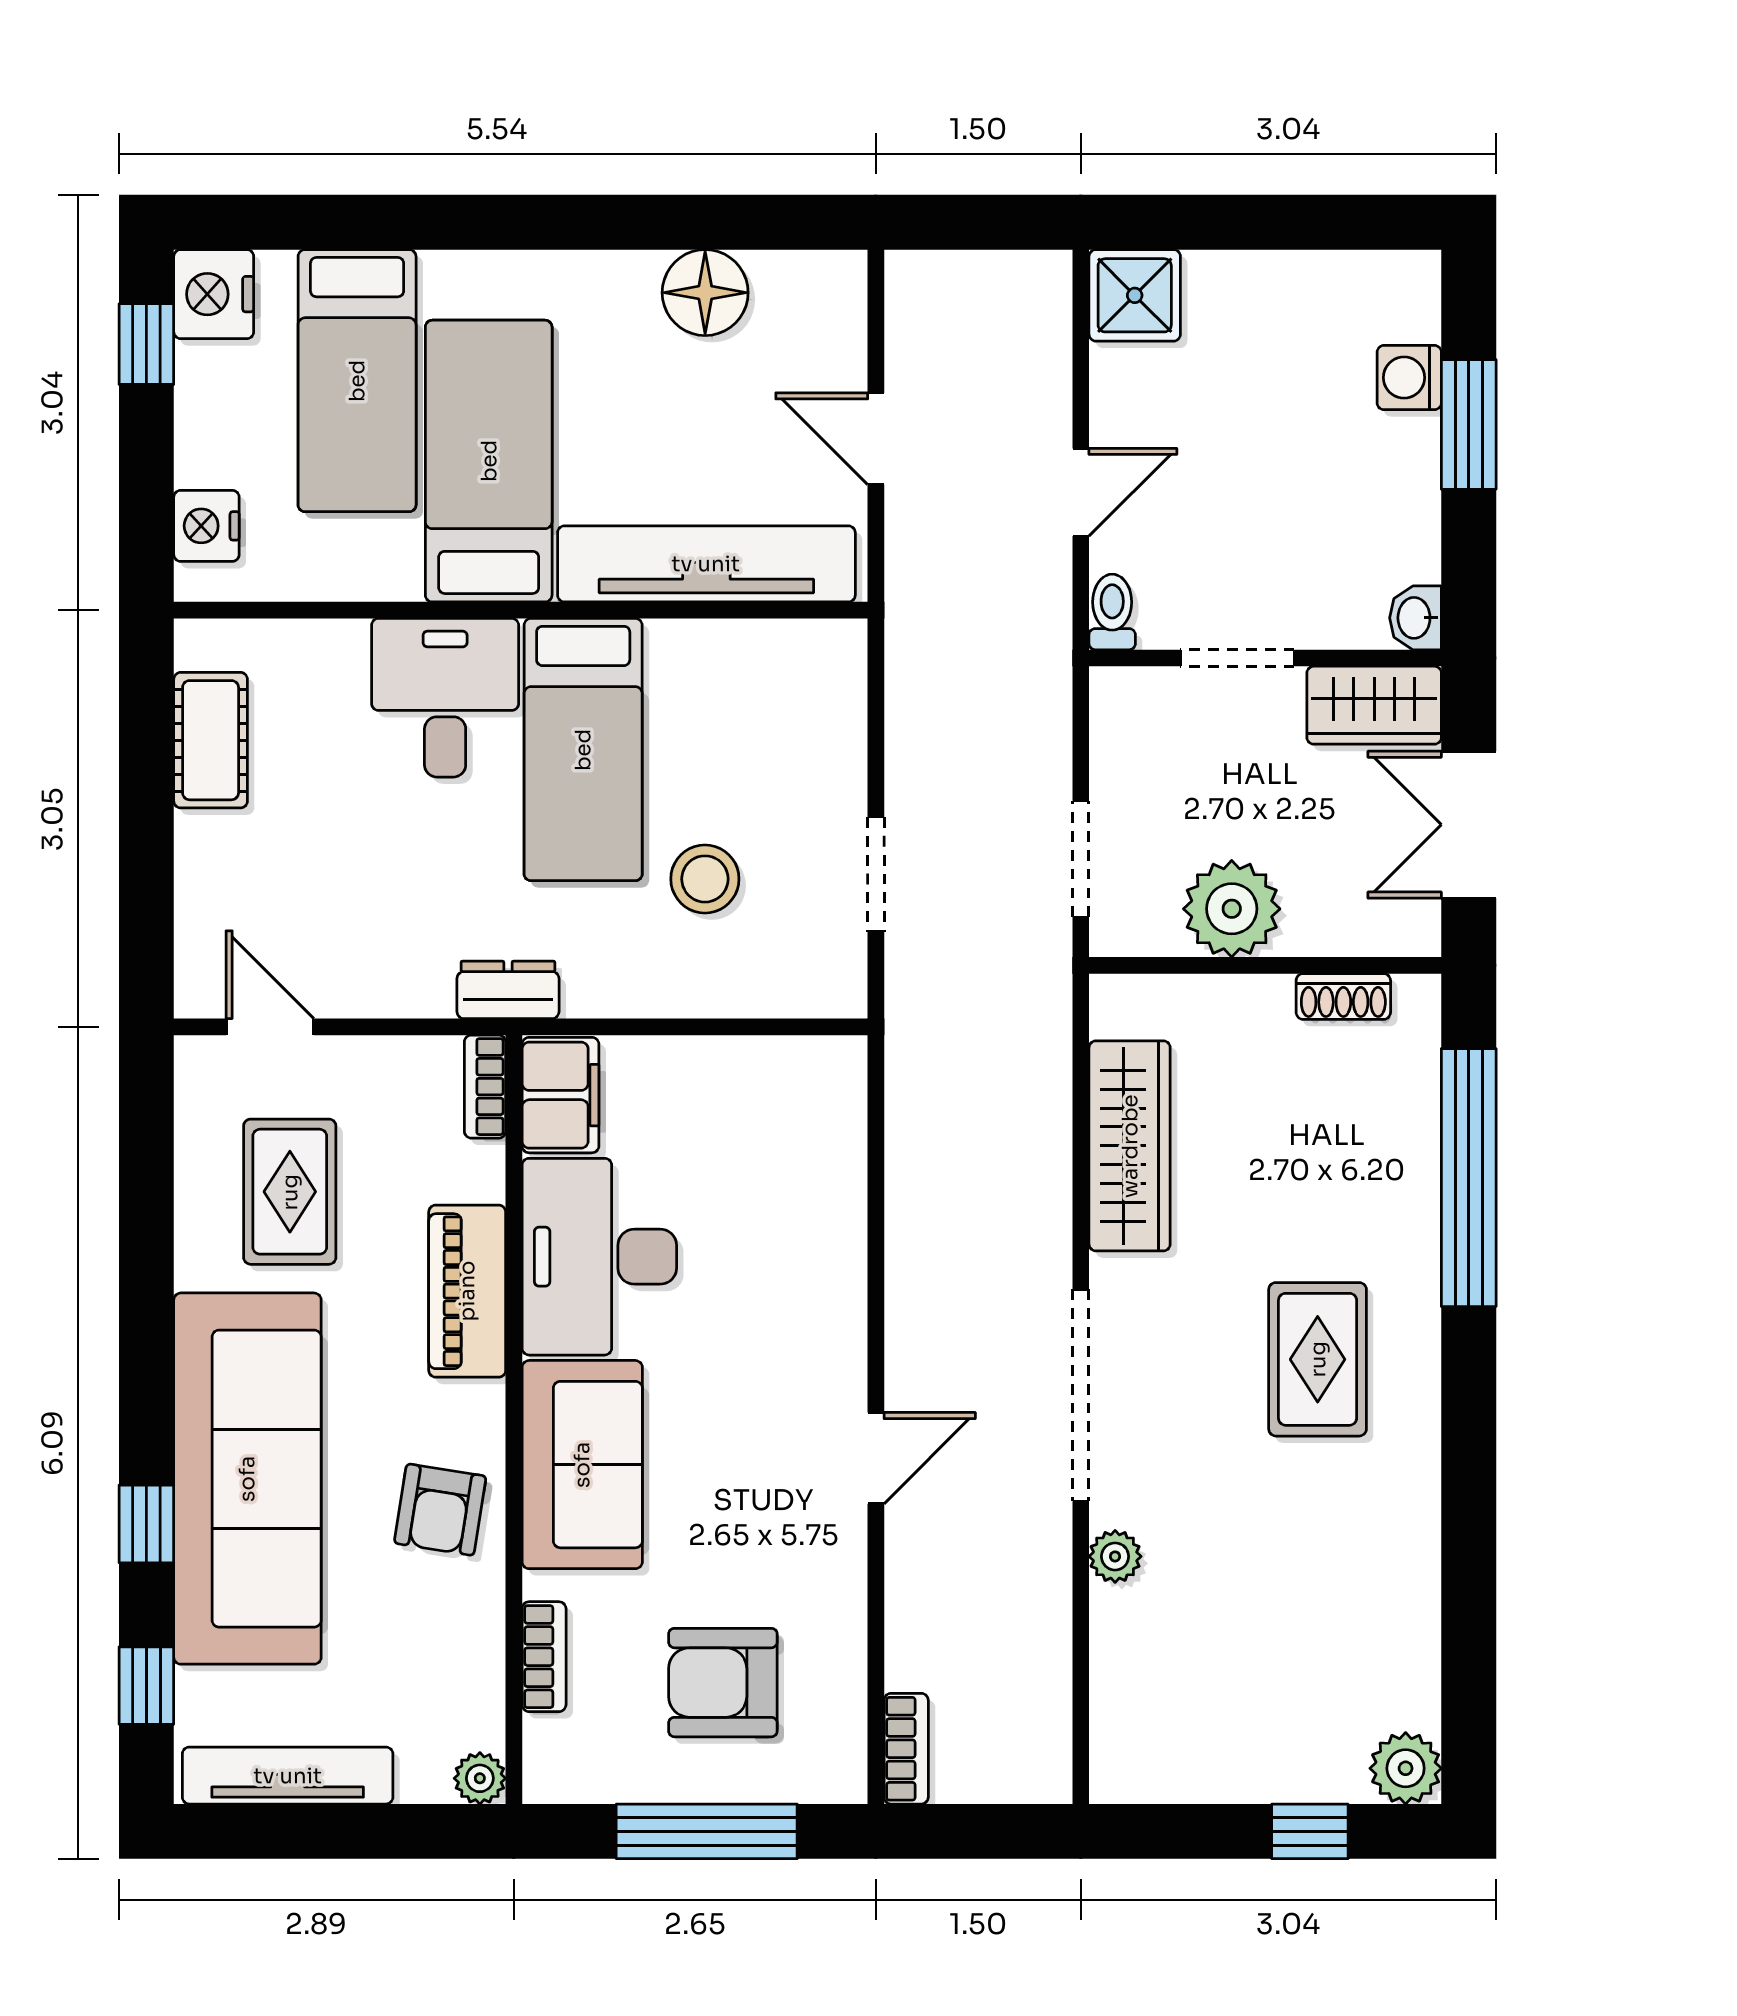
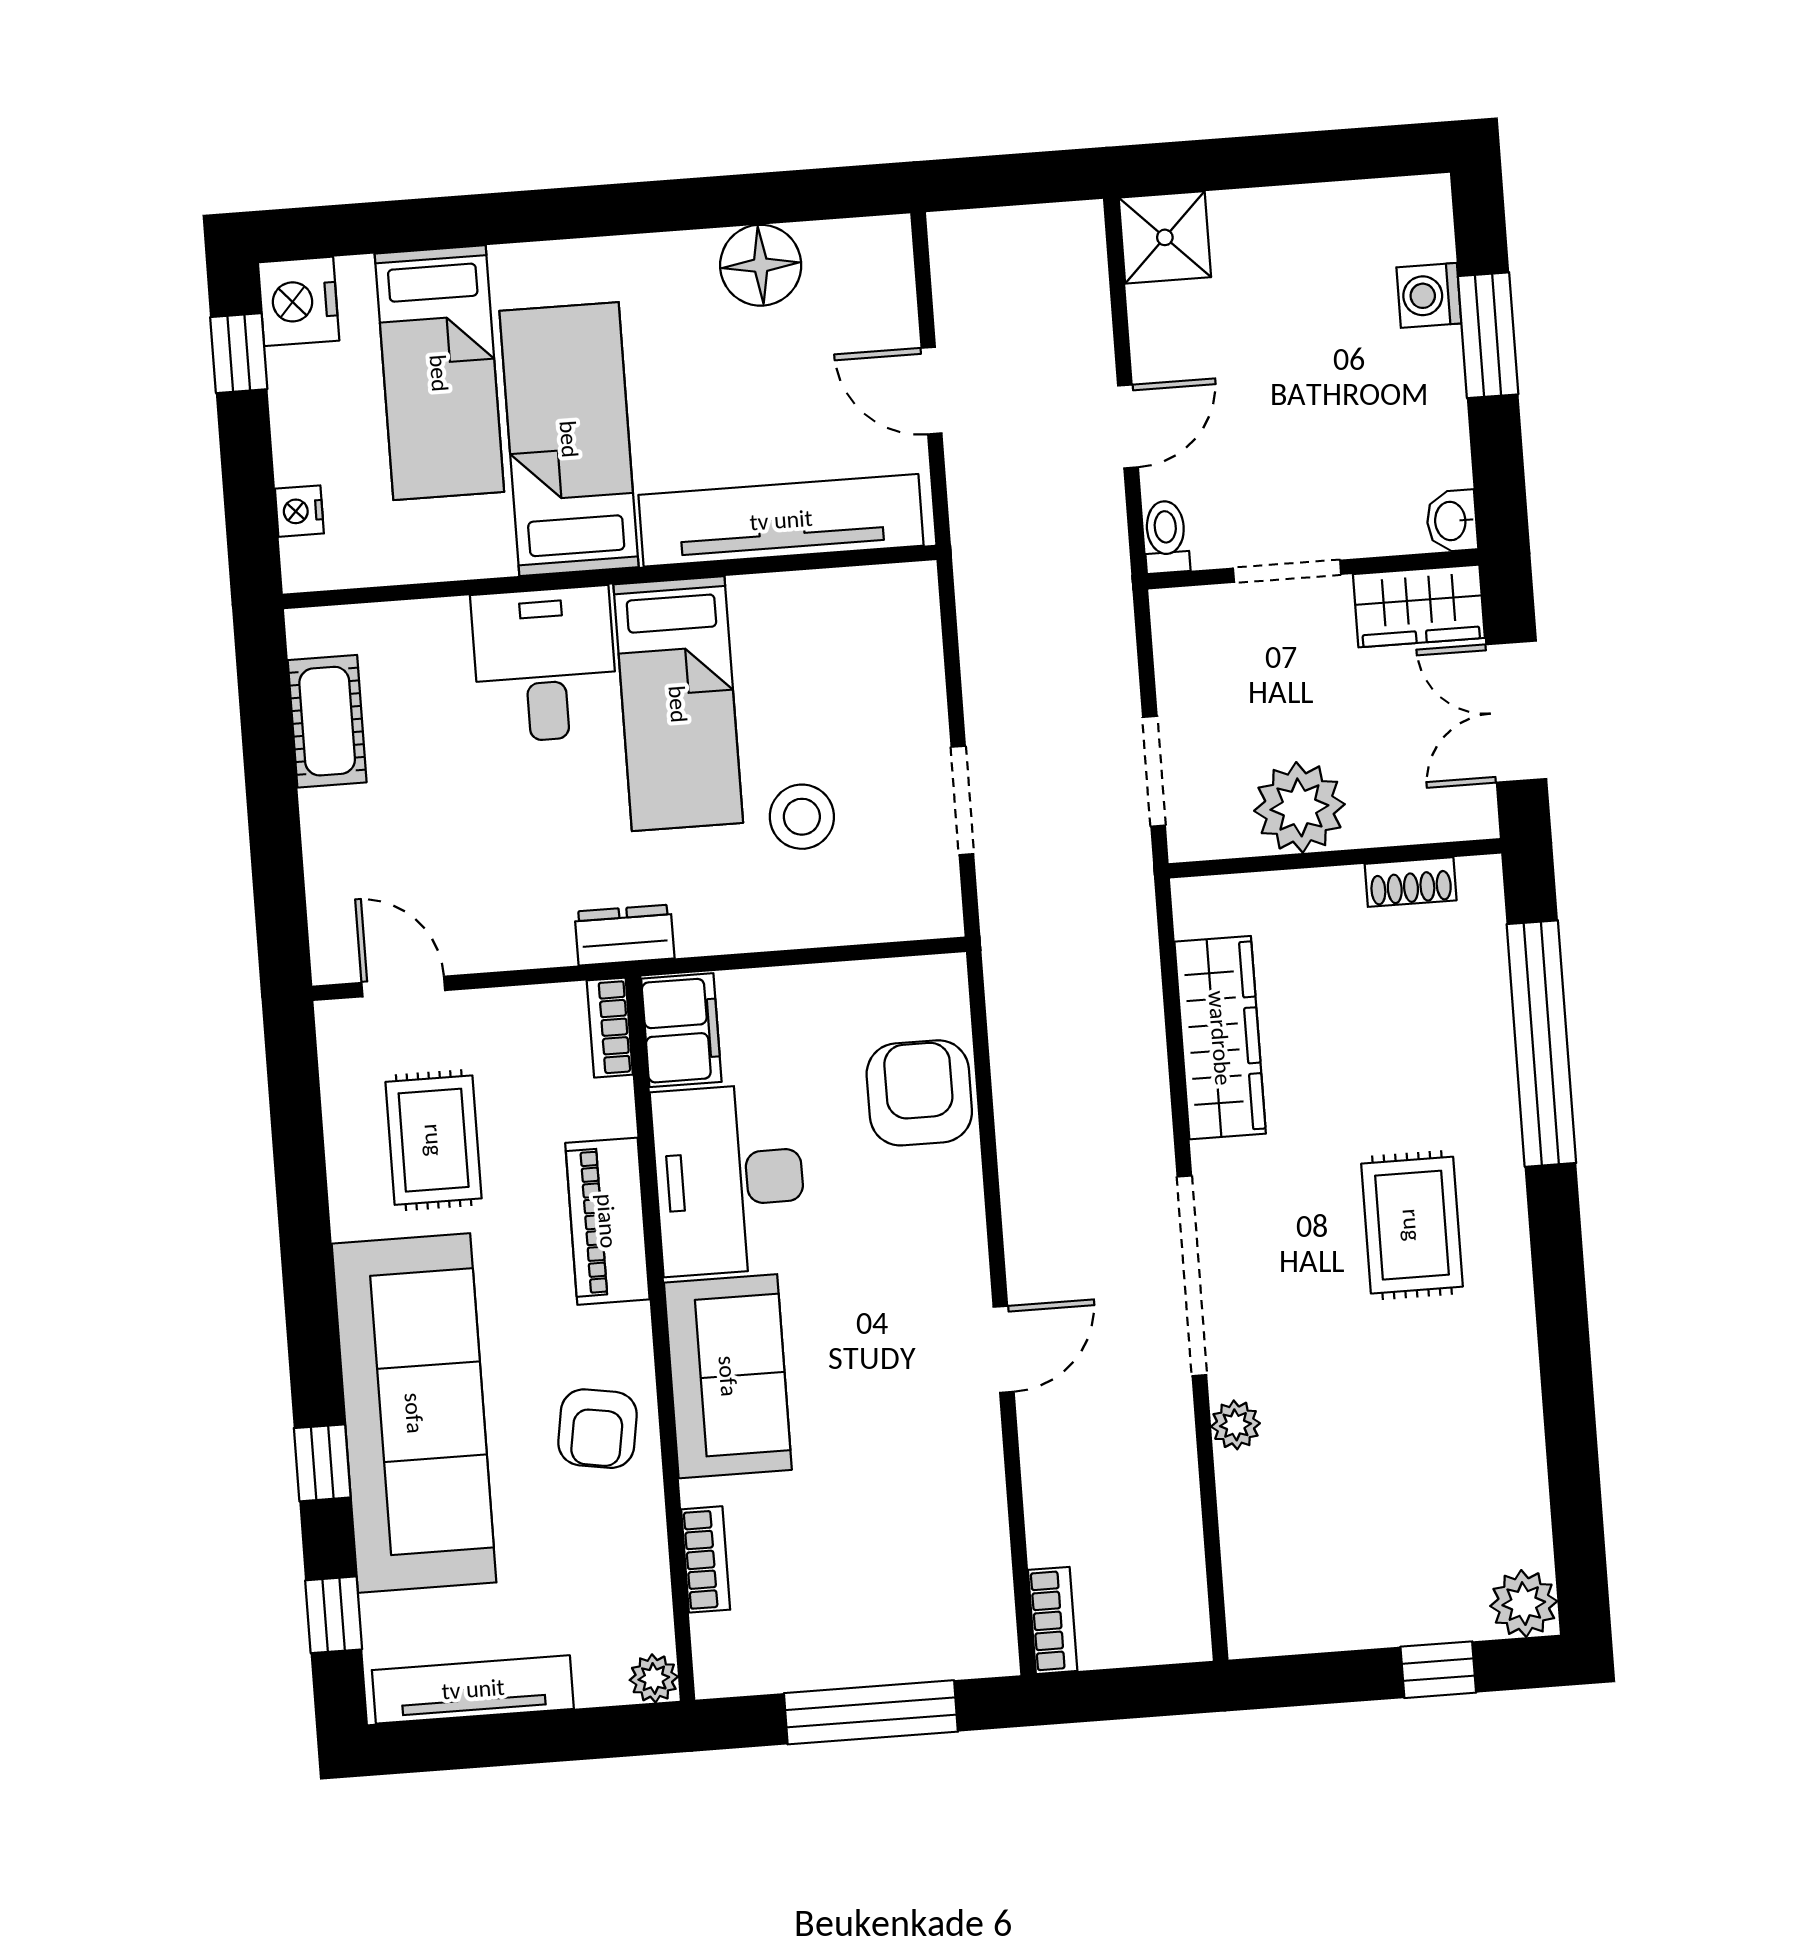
nightstand: (206, 526) -> (299, 511), width x0.72, depth x0.74
armchair: (723, 1683) -> (919, 1093), moved, turned 90

